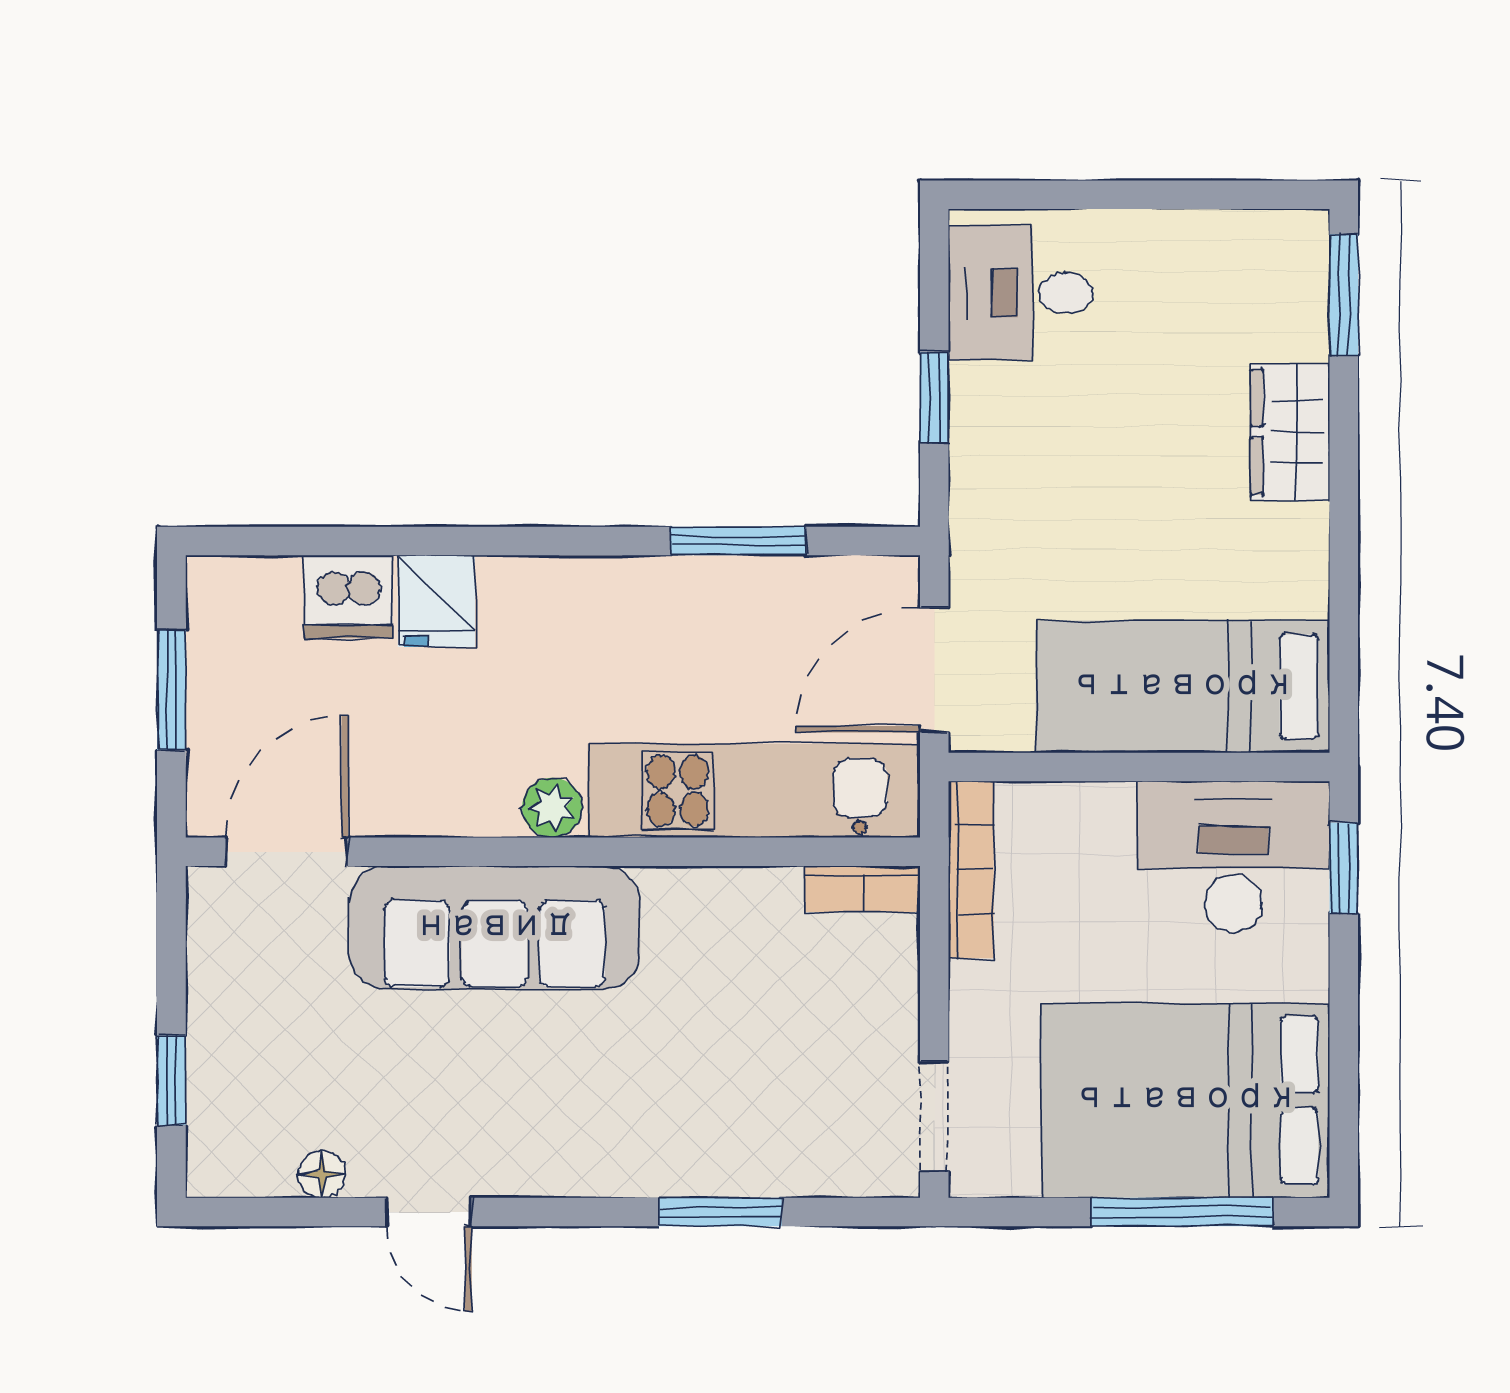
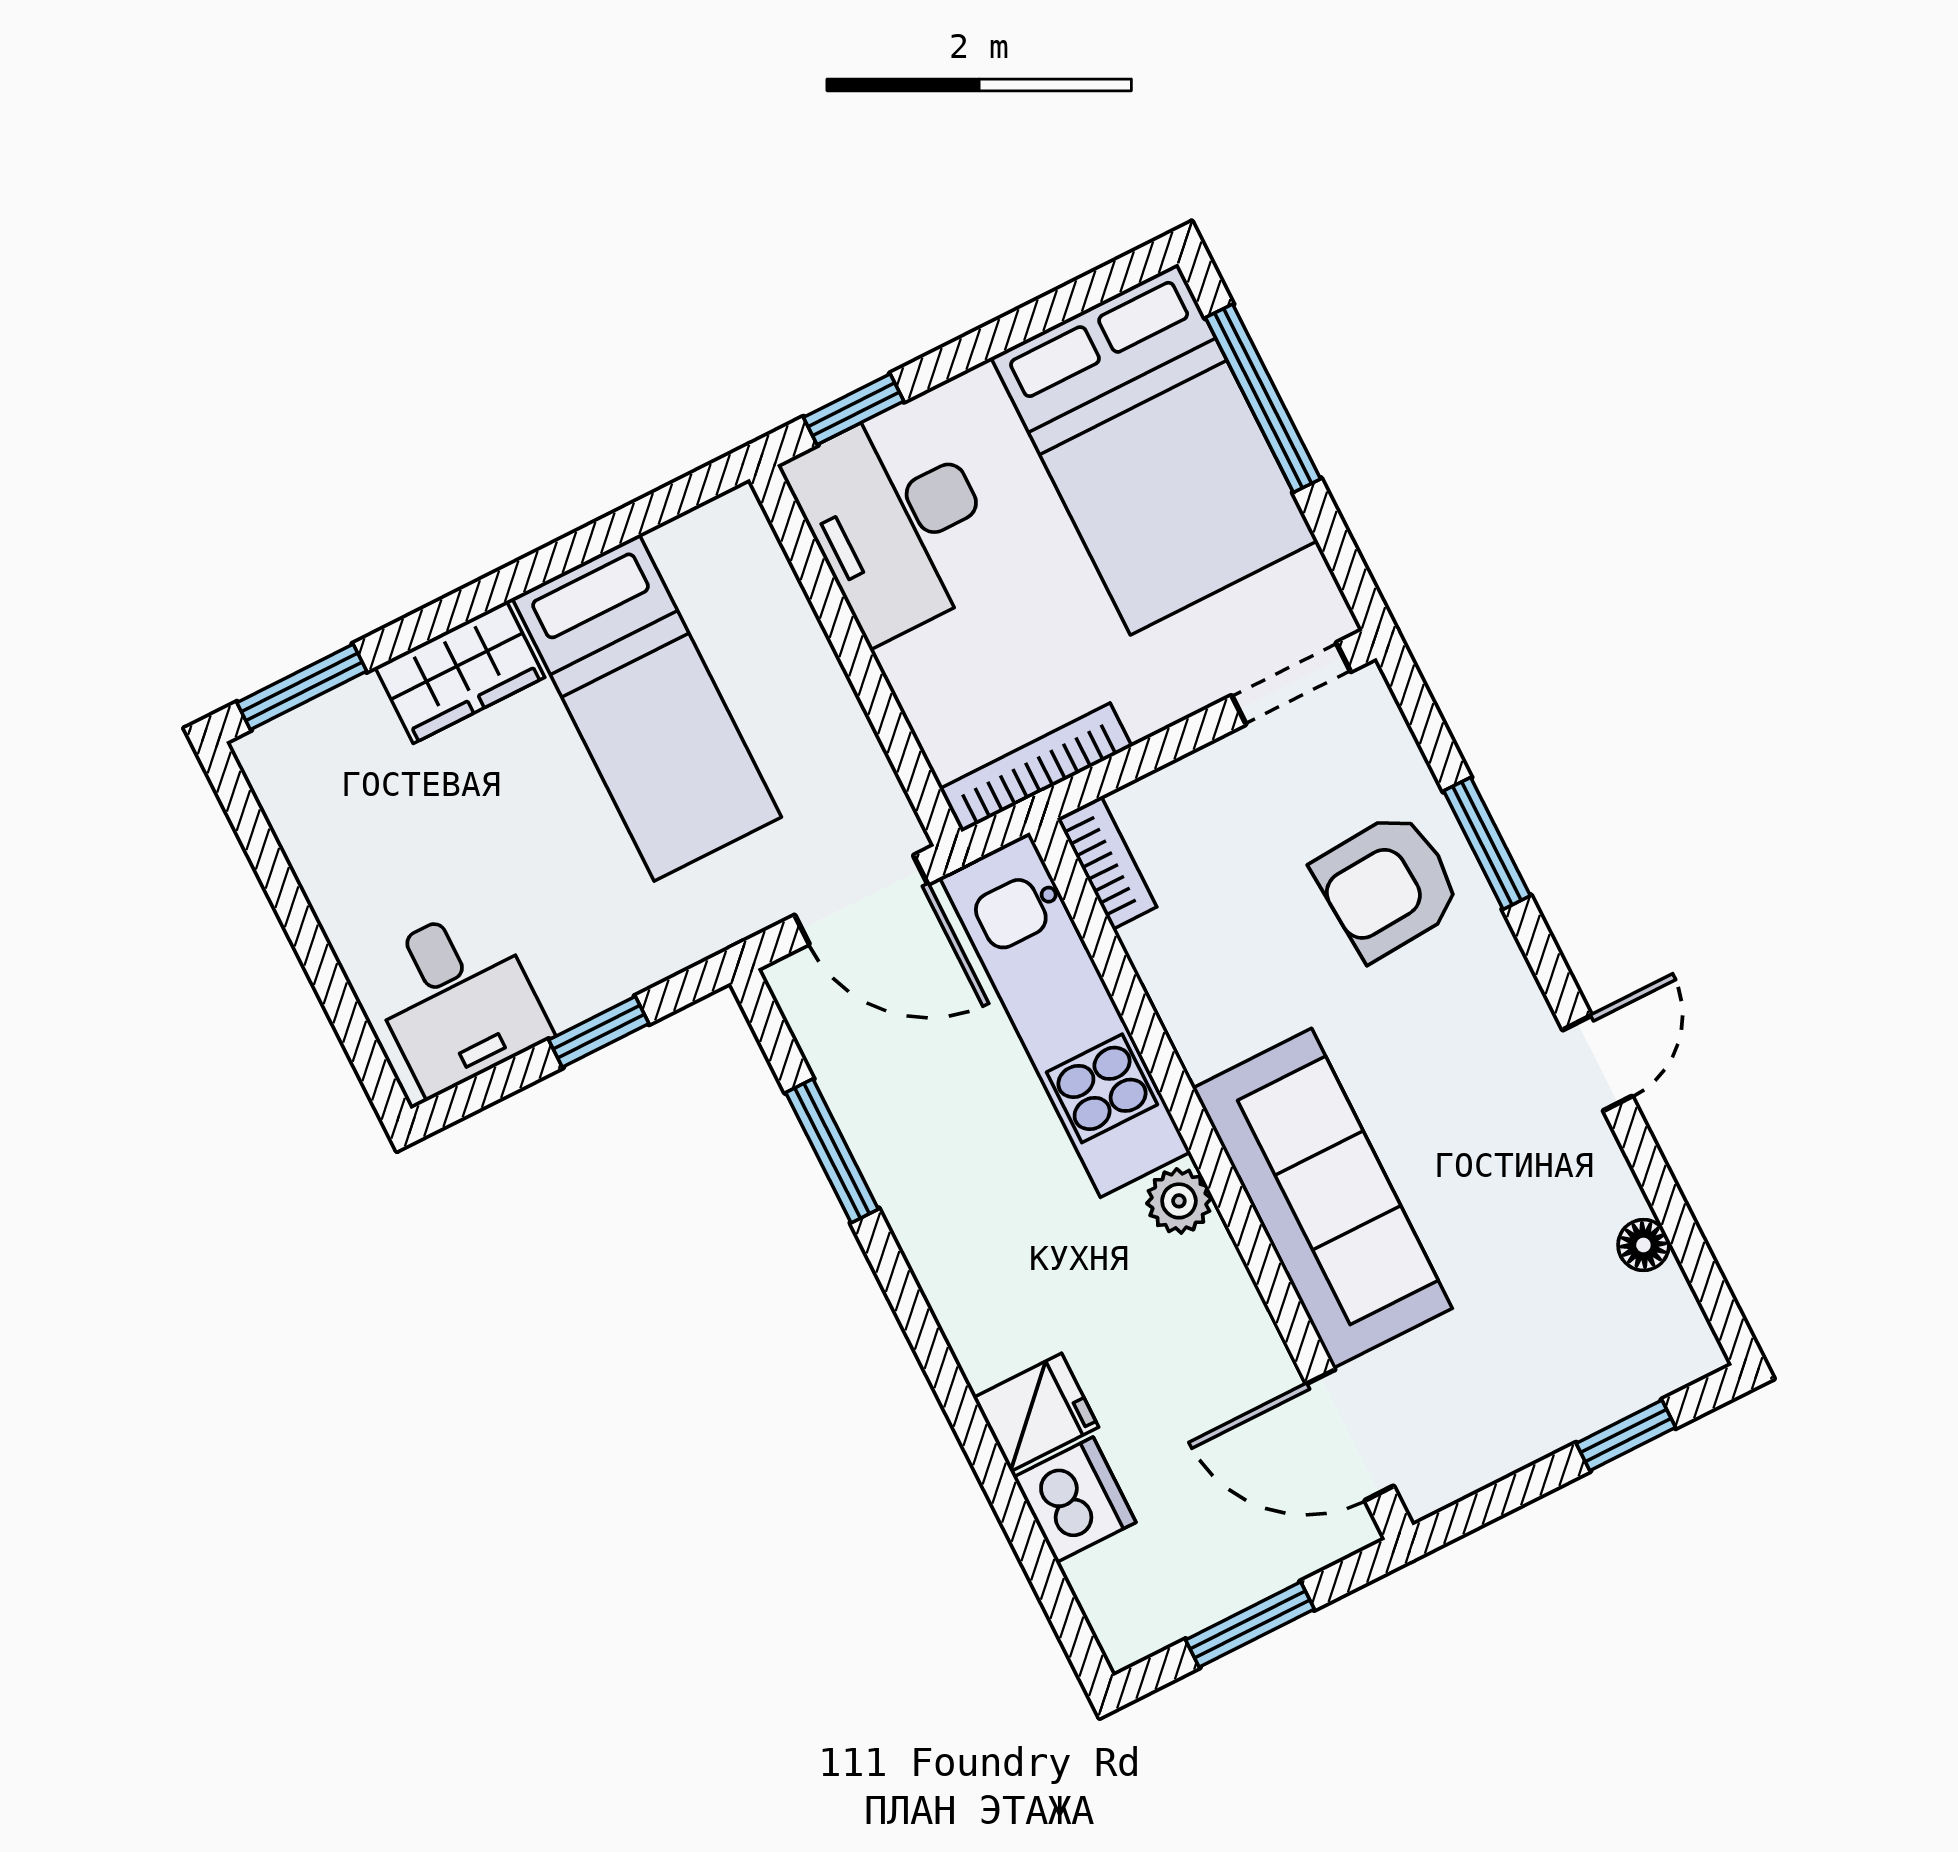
bed: (1183, 687) -> (647, 708), moved
armchair: (727, 1112) -> (1387, 885), added
door: (429, 1212) -> (1597, 1063), moved

